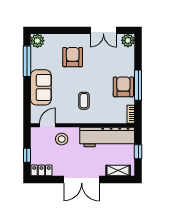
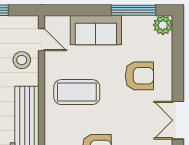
coffee table: (84, 101) -> (77, 92), width x1.86, depth x1.72

